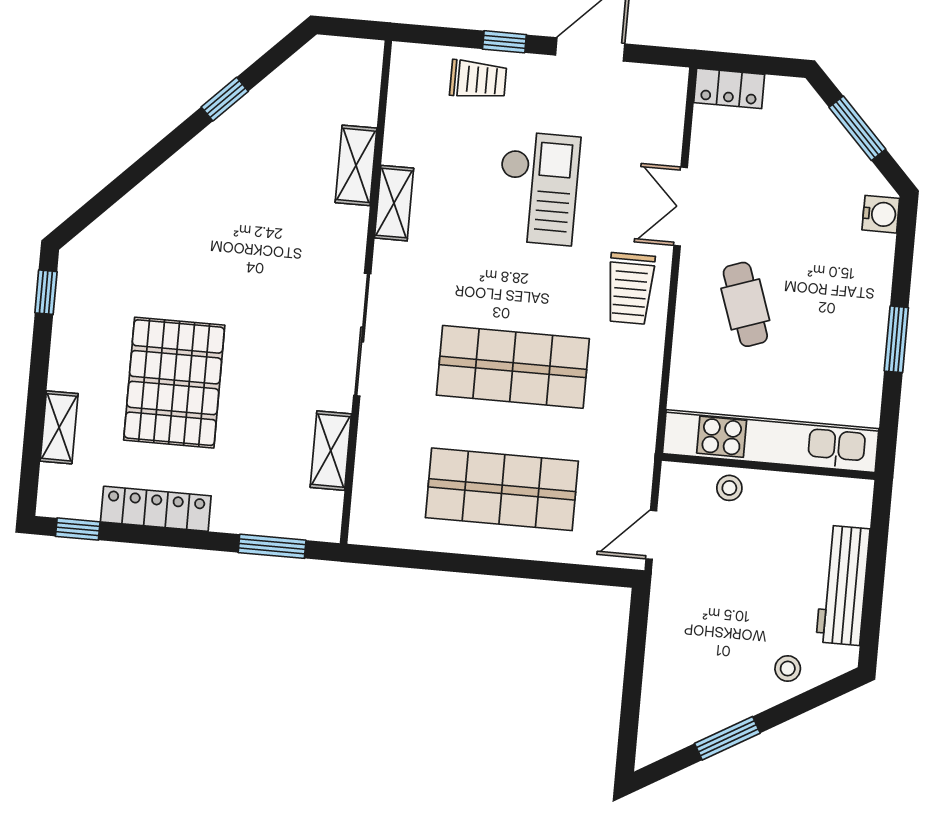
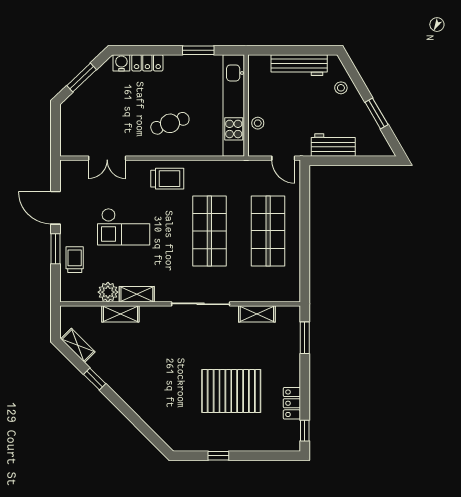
window: (504, 42) -> (56, 249), width x1.50
locker: (729, 88) -> (147, 63), moved, turned 90
plant: (404, 143) -> (108, 292), added
checkout: (538, 188) -> (124, 227), turned 180
double door: (681, 206) -> (107, 158), moved
window: (46, 292) -> (218, 456), moved
window: (896, 339) -> (198, 50), moved
shelving: (59, 427) -> (78, 345), moved, turned 45
locker: (156, 509) -> (292, 403), width x0.66
workbench: (669, 642) -> (333, 145), added

